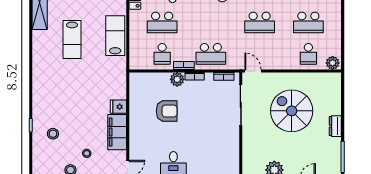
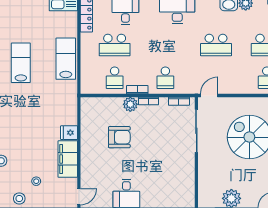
lab bench: (72, 40) -> (21, 63), turned 180
school desk: (211, 54) -> (165, 78), width x0.54
door: (253, 71) -> (209, 96), hinge flipped

